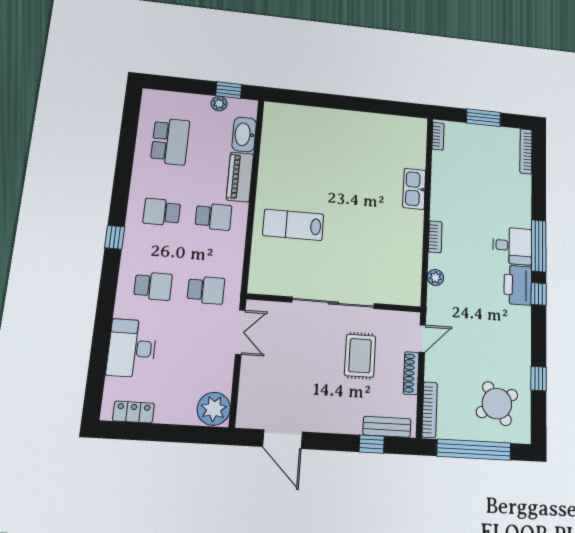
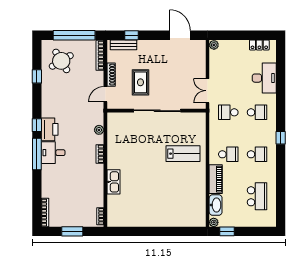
plant: (219, 104) -> (214, 222), moved
school desk: (170, 141) -> (257, 196), turned 180
school desk: (213, 217) -> (228, 154), turned 180
school desk: (153, 286) -> (257, 112), turned 180
plant: (214, 409) -> (214, 45), width x0.53, depth x0.53

